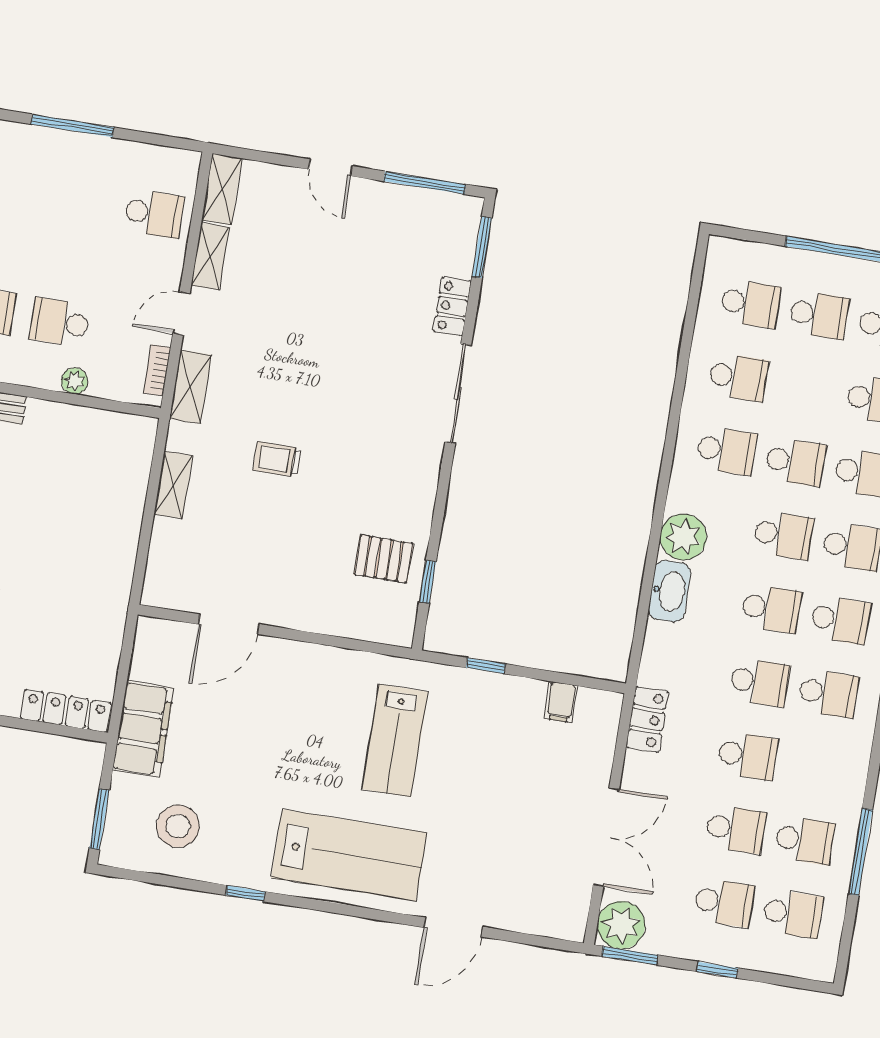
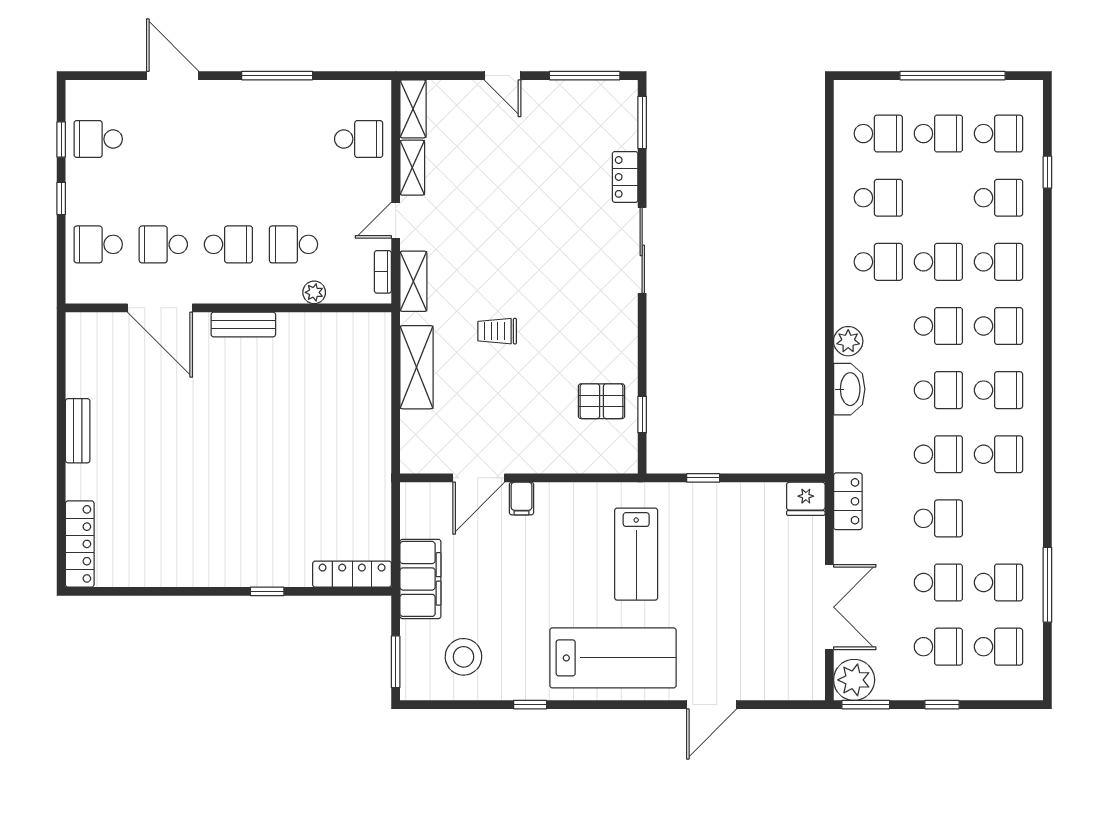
shelving: (173, 485) -> (416, 367), width x1.50, depth x1.33
plant: (683, 537) -> (848, 341), width x0.73, depth x0.73
filing cabinet: (561, 702) -> (522, 499), moved
fridge: (599, 709) -> (806, 499), added

